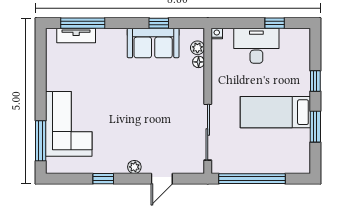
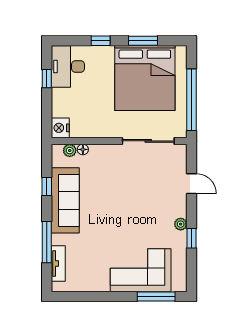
window: (83, 23) -> (47, 242), moved
nightstand: (217, 33) -> (60, 128), width x1.89, depth x1.79
sofa: (153, 43) -> (65, 200), width x1.36
desk: (256, 46) -> (68, 67), moved
bed: (275, 112) -> (145, 78), width x2.04
plant: (134, 167) -> (181, 224), moved

